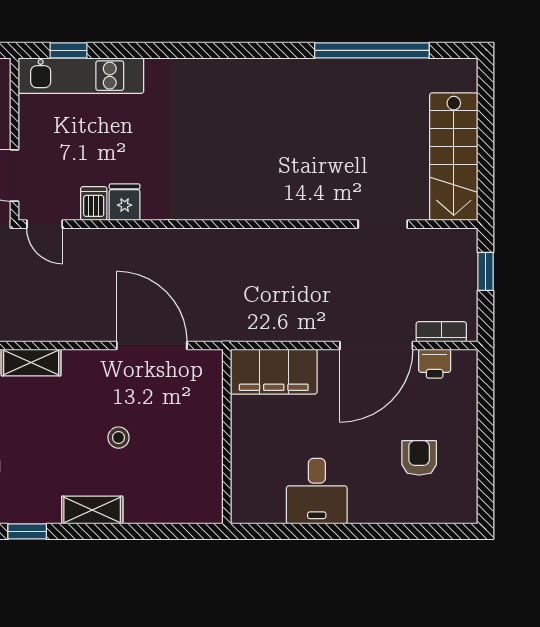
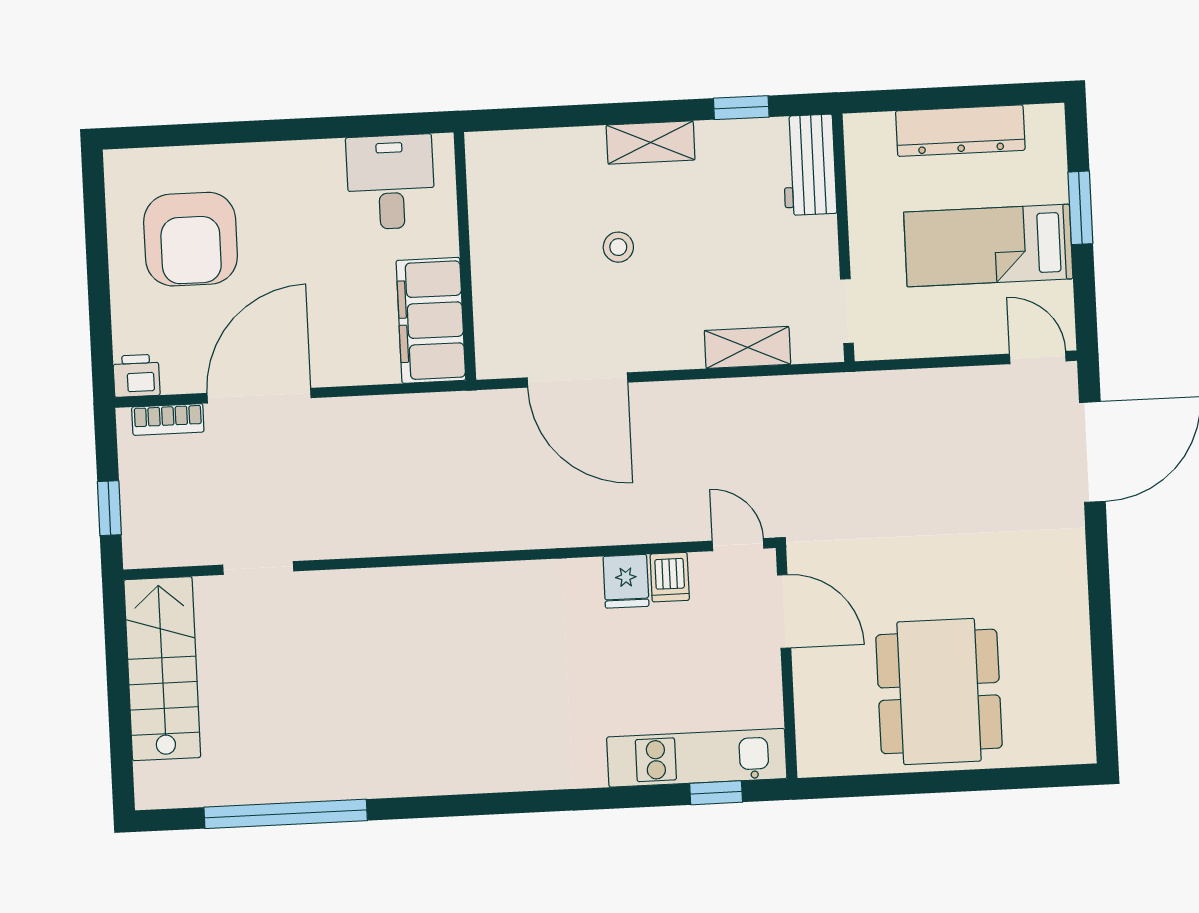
printer: (435, 364) -> (136, 376), moved
filing cabinet: (274, 372) -> (431, 320), moved, turned -90
armchair: (419, 458) -> (191, 239), width x1.88, depth x1.88
desk: (317, 491) -> (391, 182), moved

